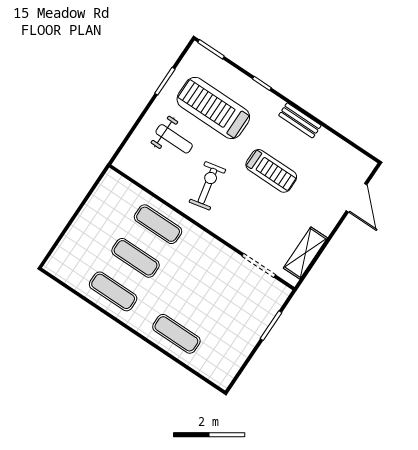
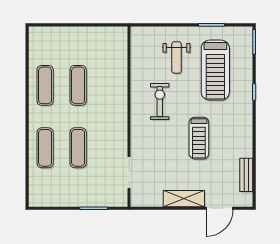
treadmill: (213, 108) -> (215, 70), turned 180
bench: (300, 120) -> (246, 175), moved
exercise bike: (207, 186) -> (160, 102), turned -78
exercise mat: (158, 224) -> (78, 148), moved
shelving: (305, 253) -> (184, 199), moved

